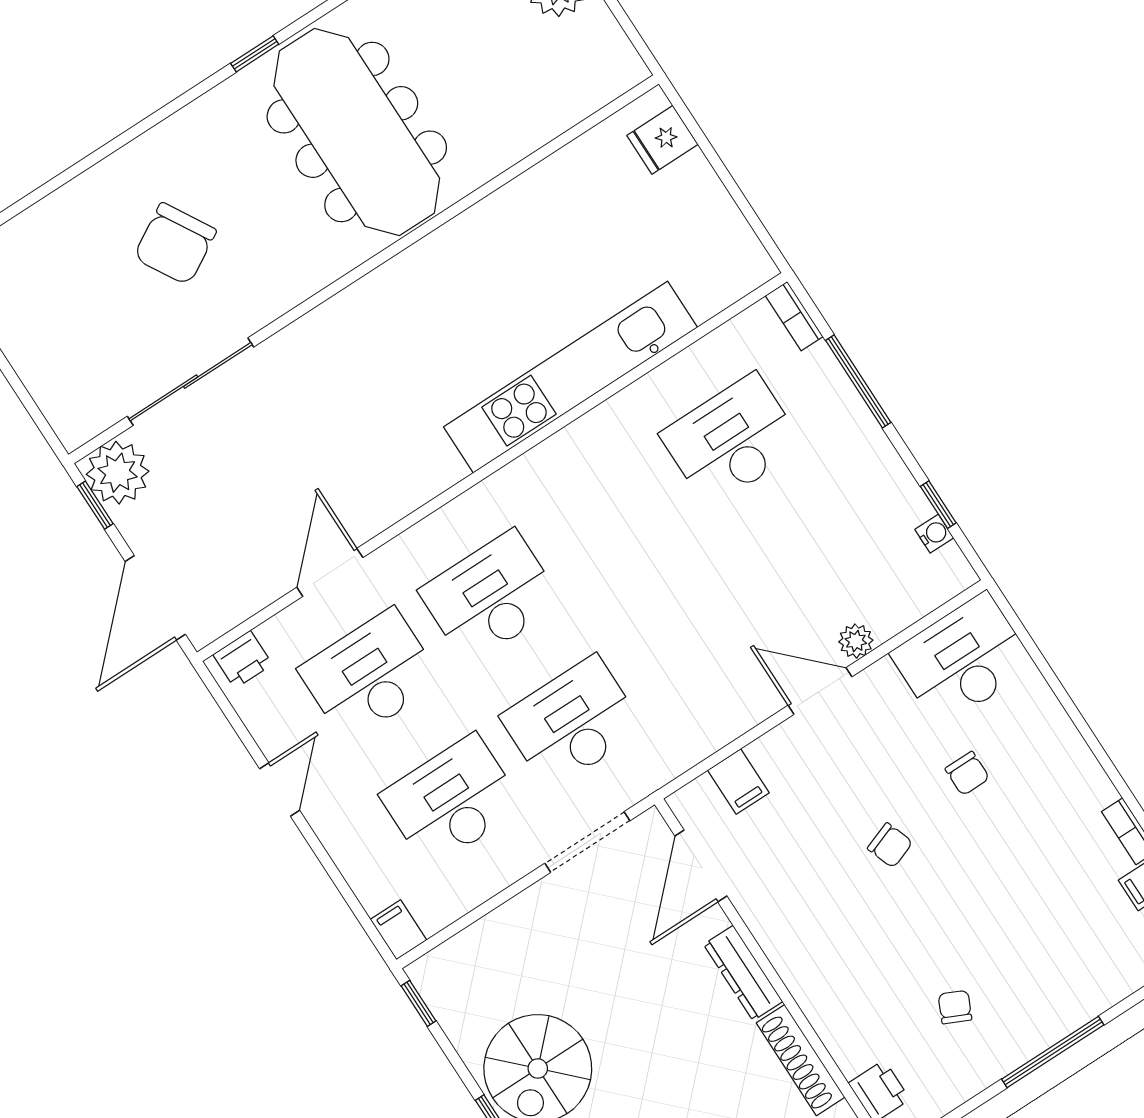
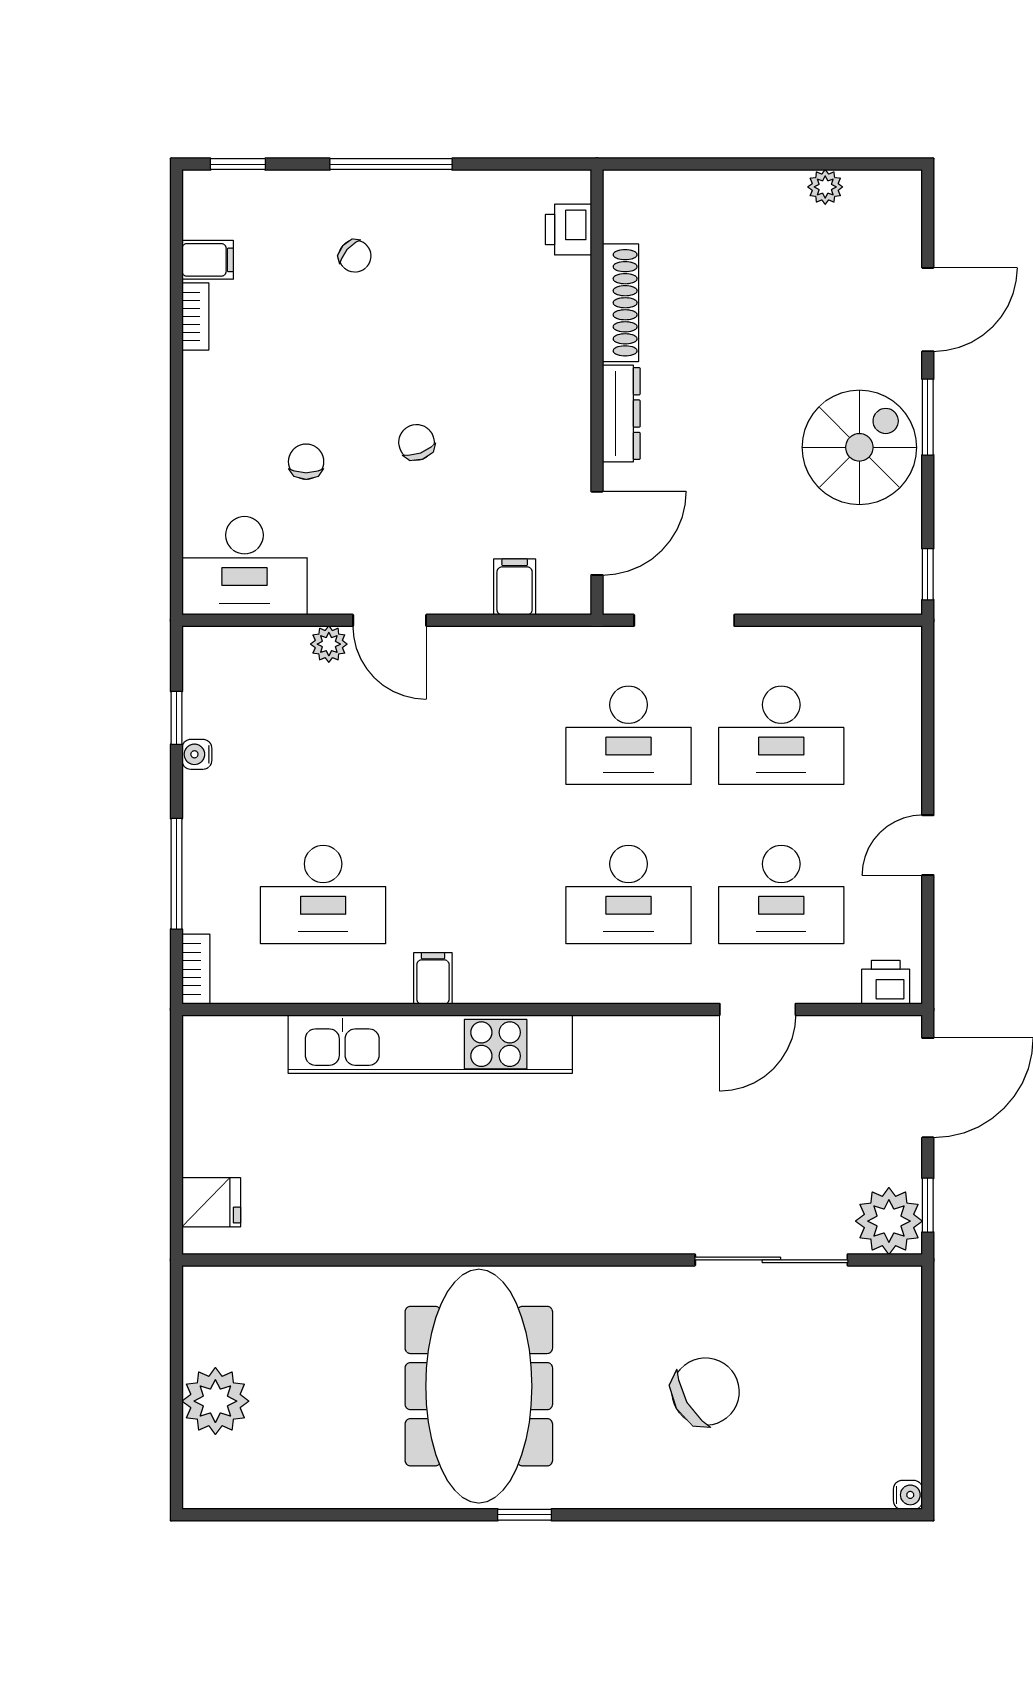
water cooler: (934, 534) -> (197, 754), moved
filing cabinet: (398, 930) -> (433, 978), moved, turned 180
chair: (955, 1007) -> (355, 256), moved, turned -74

